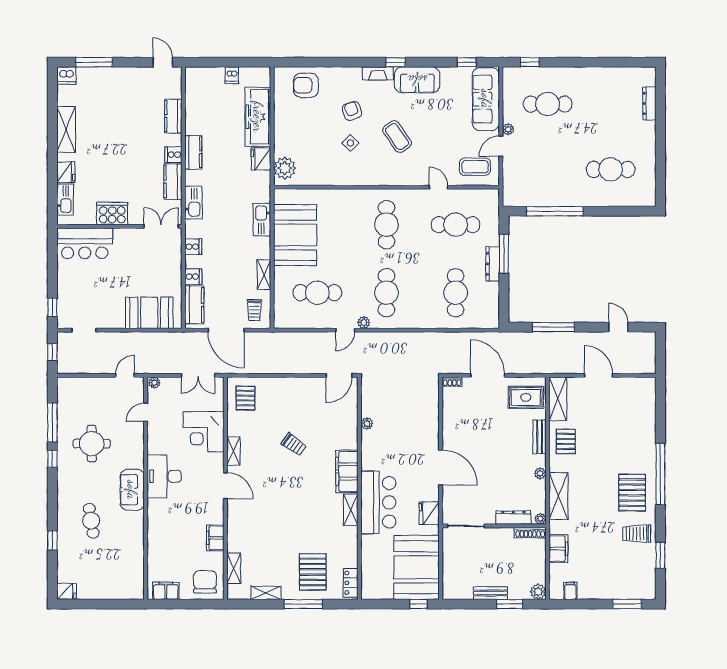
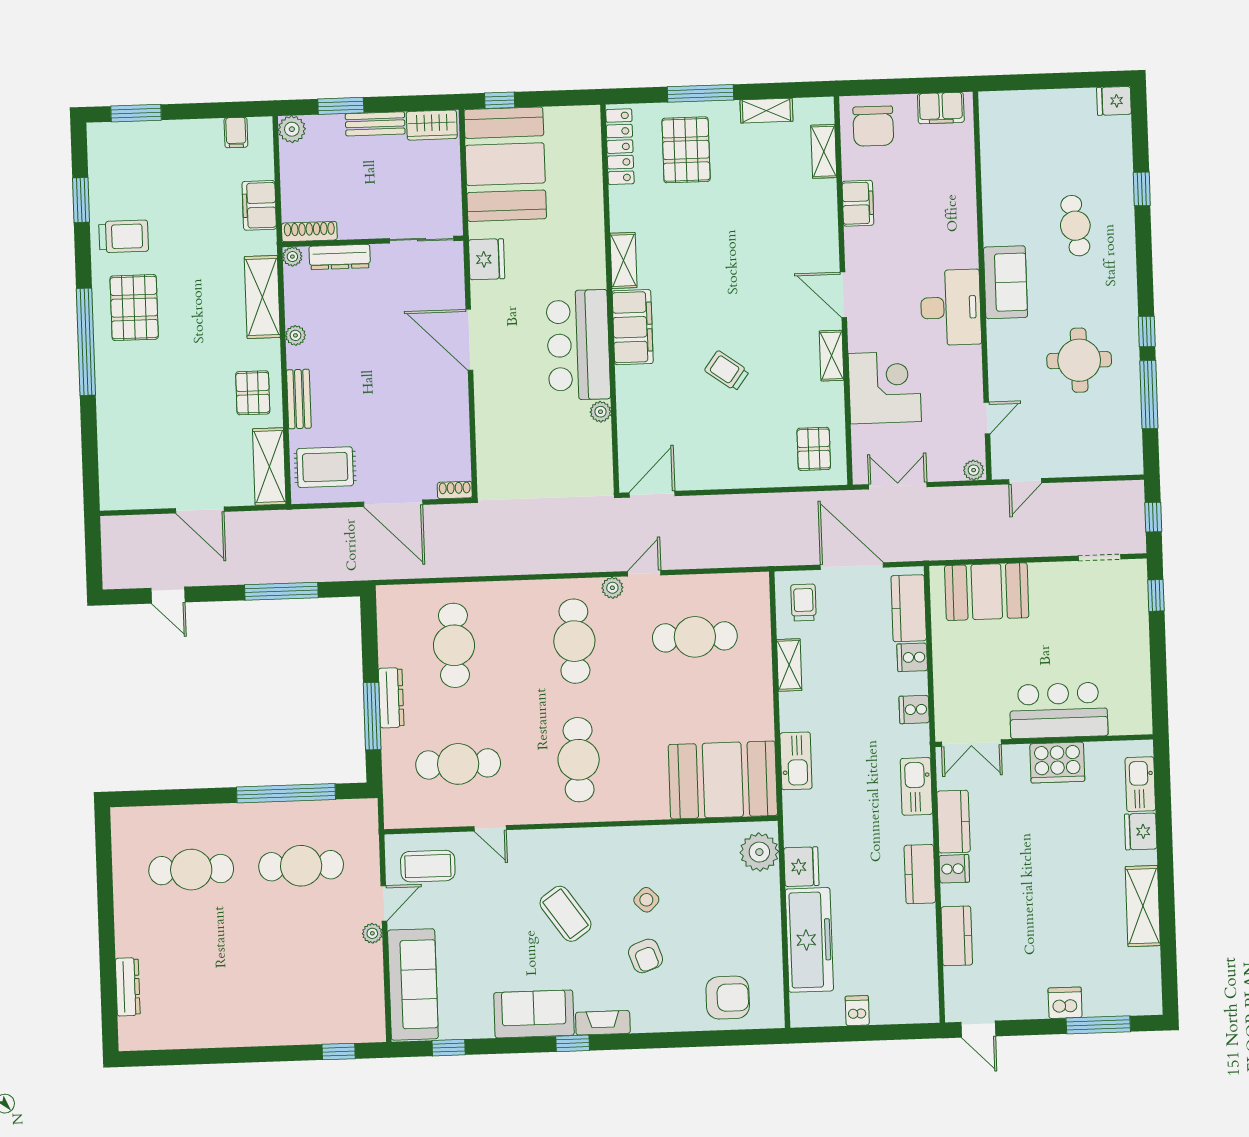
dishwasher: (66, 76) -> (1065, 1003), moved
cafe table: (548, 104) -> (301, 866), moved
booth: (295, 235) -> (723, 780), moved, turned 90
bar counter: (85, 243) -> (1059, 710), moved
bar counter: (378, 502) -> (578, 345), moved
locker: (351, 583) -> (620, 147), width x1.53
wardrobe: (458, 591) -> (432, 125), added

